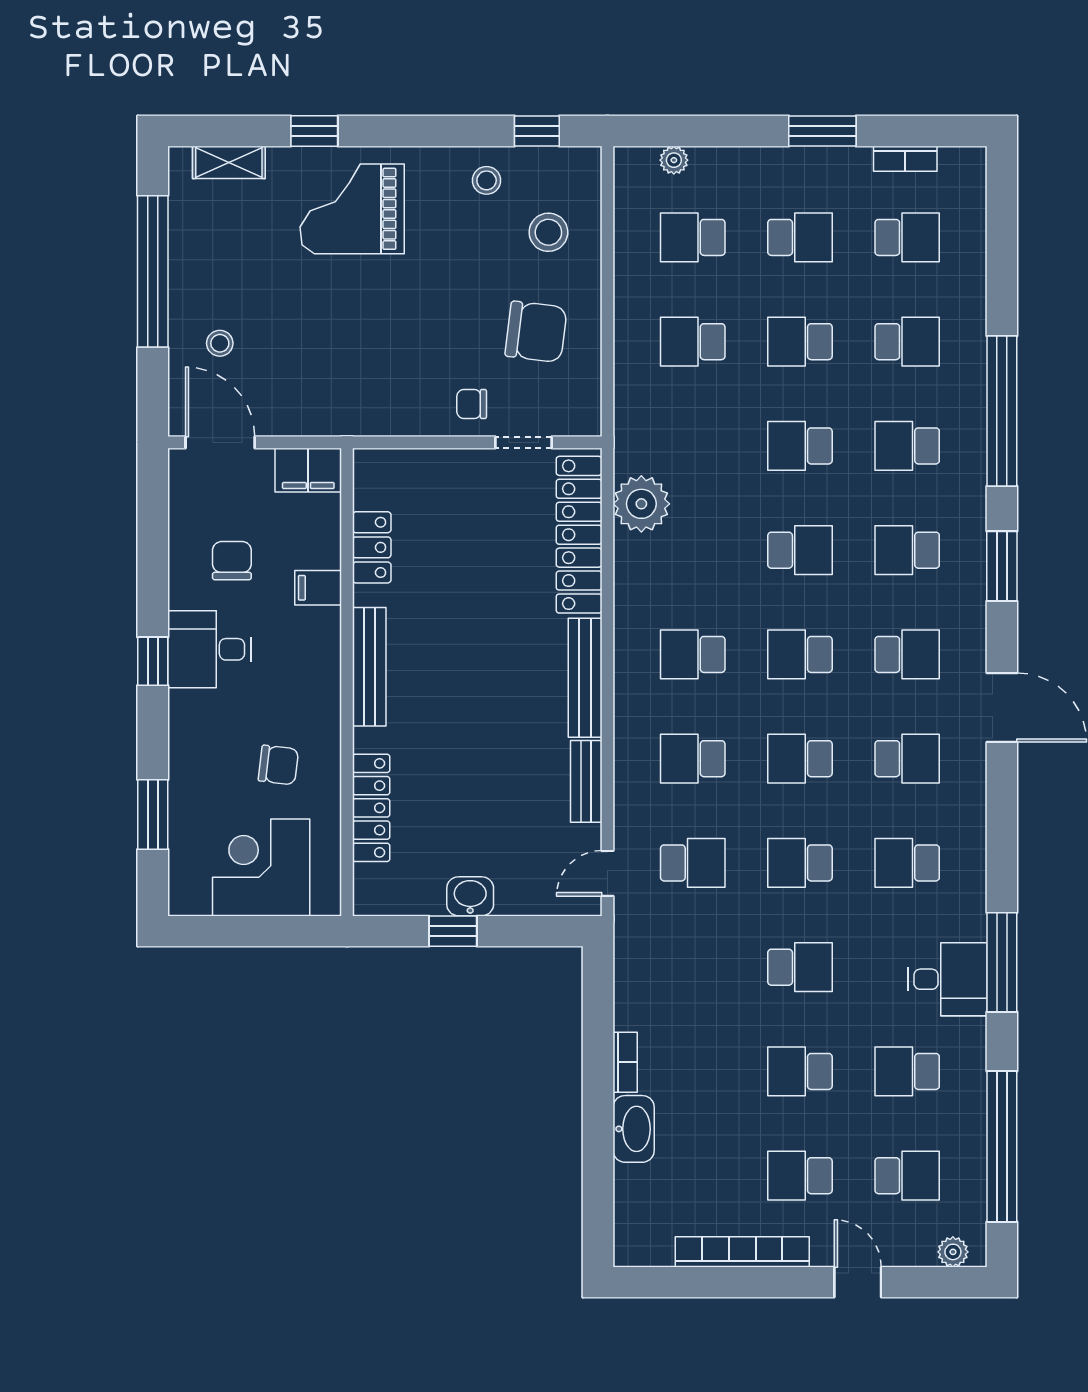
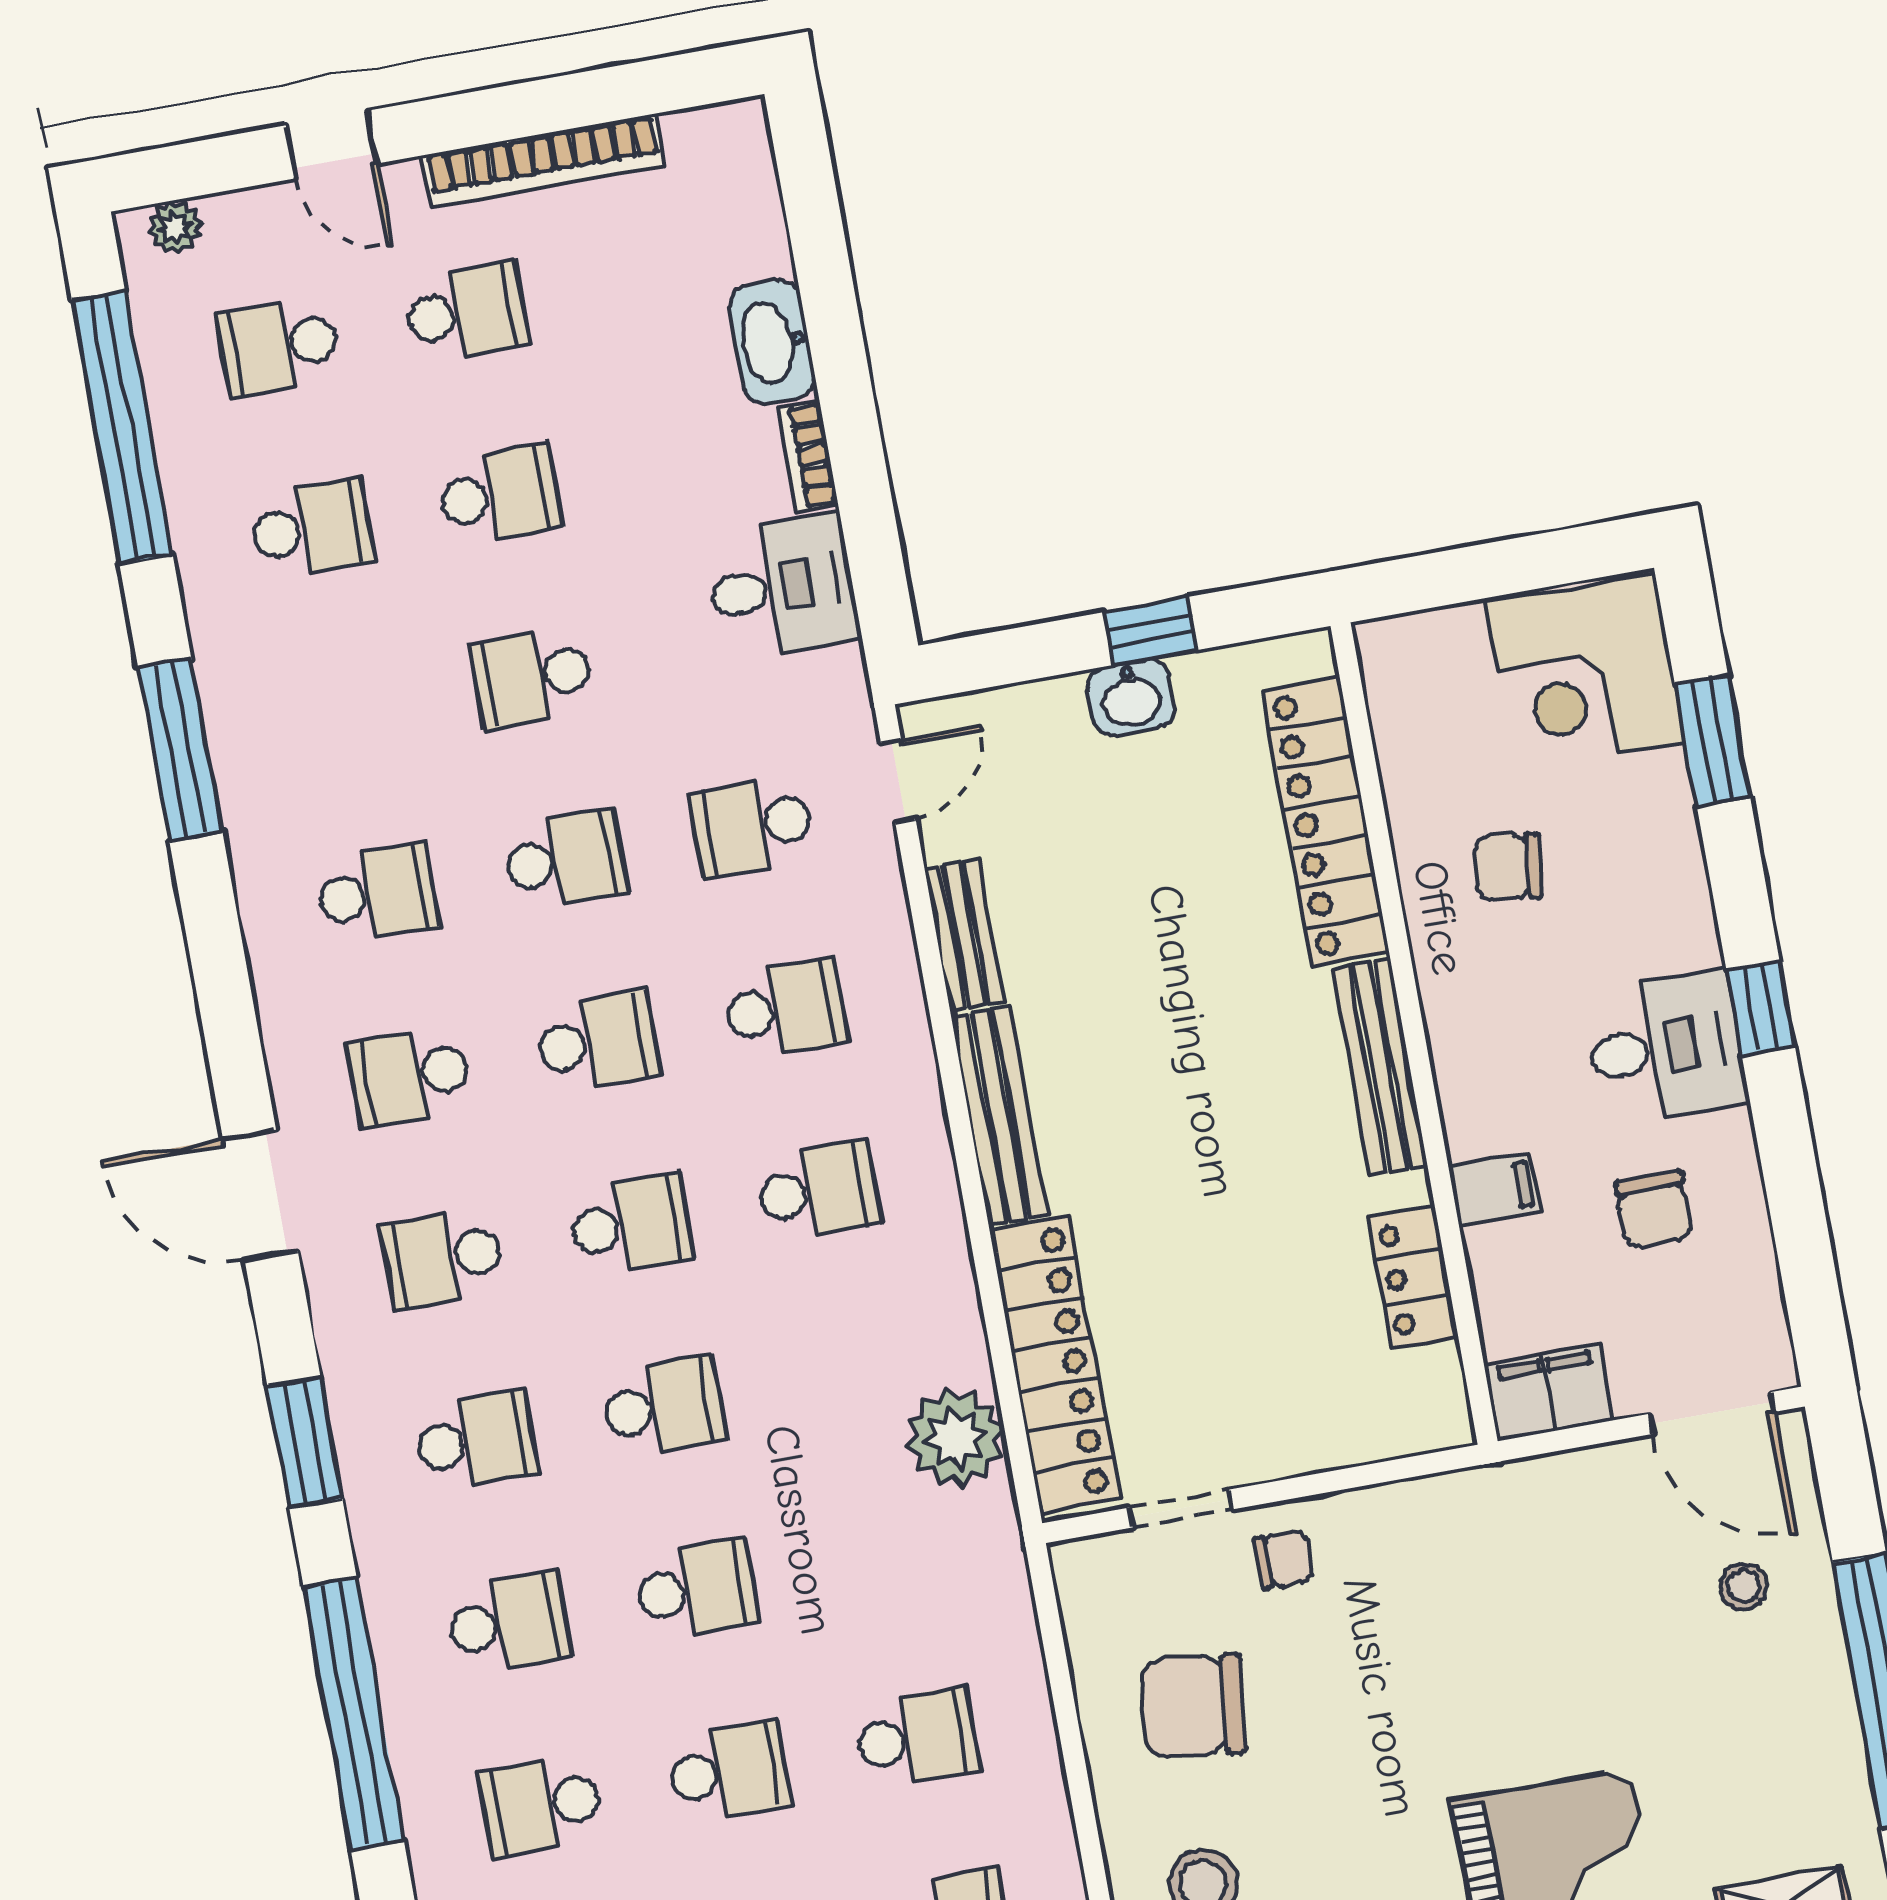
school desk: (800, 550) -> (663, 1407), turned 180
locker: (371, 808) -> (1326, 822), width x1.41, depth x1.21
corner desk: (261, 867) -> (1585, 673), moved, turned 90
desk: (947, 979) -> (782, 587), moved, turned 180

